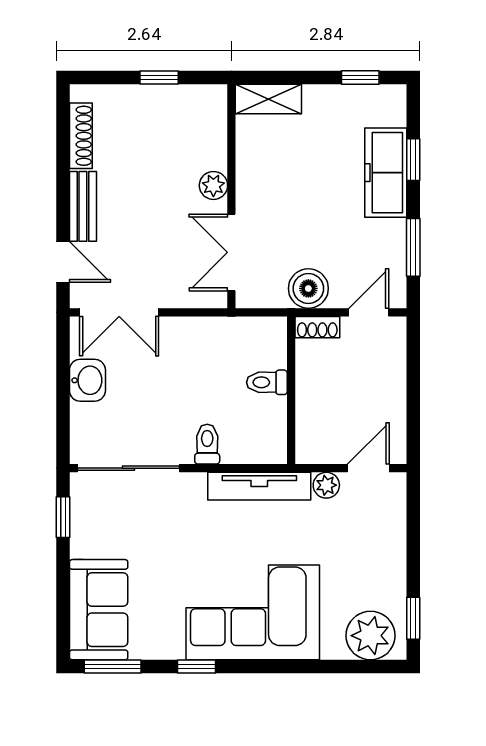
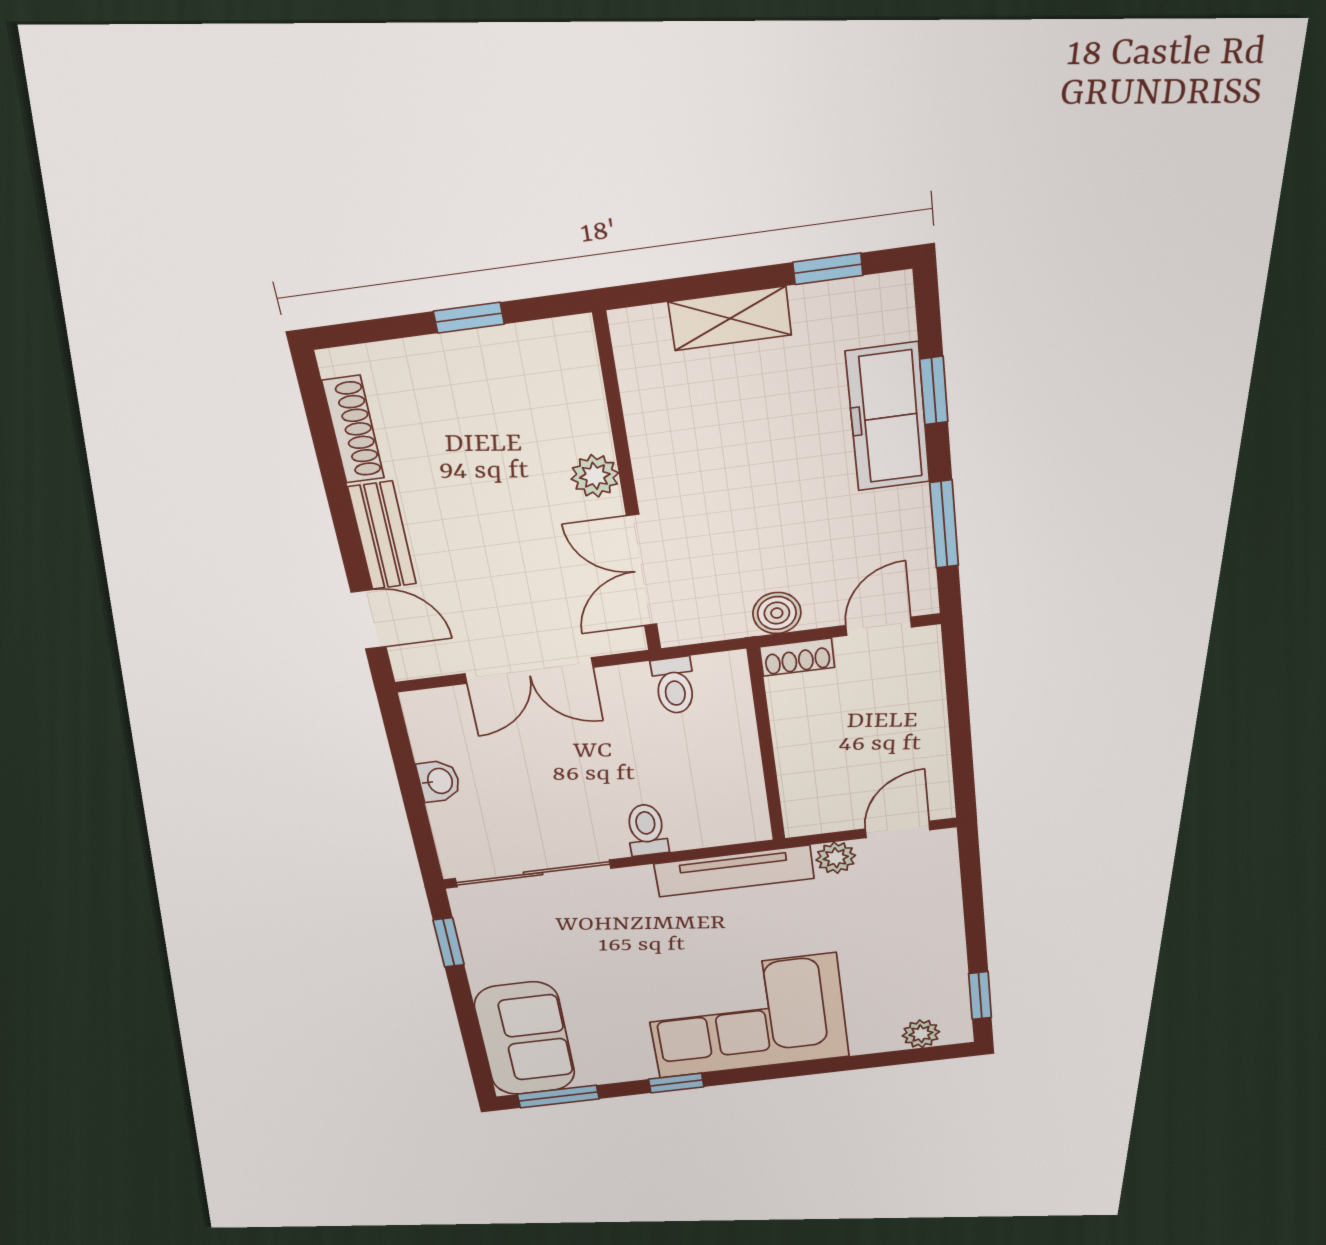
shelving: (268, 99) -> (730, 318), moved
boiler: (308, 288) -> (777, 613), width x0.73, depth x0.73
double door: (119, 312) -> (529, 670), moved
washbasin: (87, 380) -> (439, 781), width x0.72, depth x0.69
toilet: (267, 382) -> (674, 686), moved, turned -90
plant: (371, 636) -> (921, 1034), width x0.53, depth x0.53

